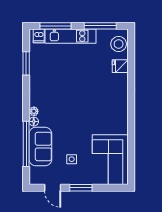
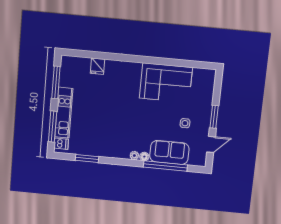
stool: (119, 44) -> (75, 66), removed
corner sofa: (110, 160) -> (166, 83), moved

